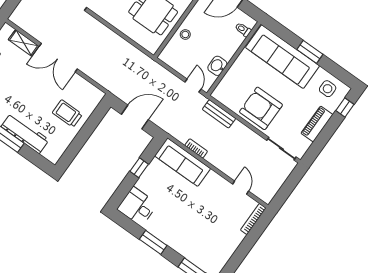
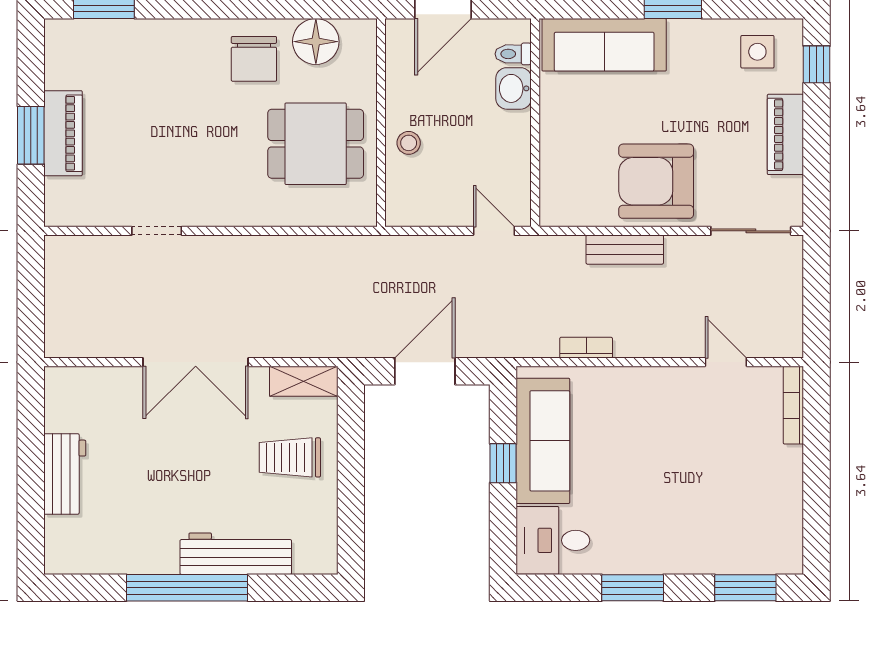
shelving: (24, 43) -> (303, 381), moved
sofa: (283, 57) -> (604, 45), width x0.74, depth x0.79
washbasin: (217, 66) -> (514, 88), moved
bench: (219, 114) -> (625, 250), moved
sofa: (183, 162) -> (543, 441), moved, turned -90

